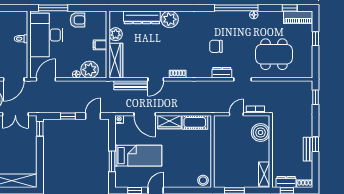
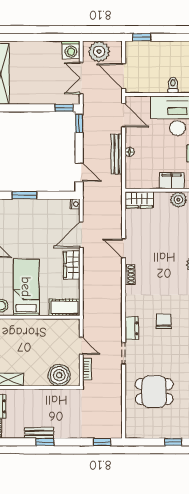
filing cabinet: (100, 45) -> (172, 181), width x2.00
dining table: (274, 54) -> (154, 392), width x0.73
wardrobe: (116, 61) -> (139, 200), width x0.67
plant: (90, 70) -> (135, 168), removed
bench: (130, 85) -> (117, 154), moved
window: (68, 116) -> (79, 124), moved
cot: (195, 122) -> (64, 307), moved, turned 90
bed: (138, 156) -> (26, 287), moved, turned 180

